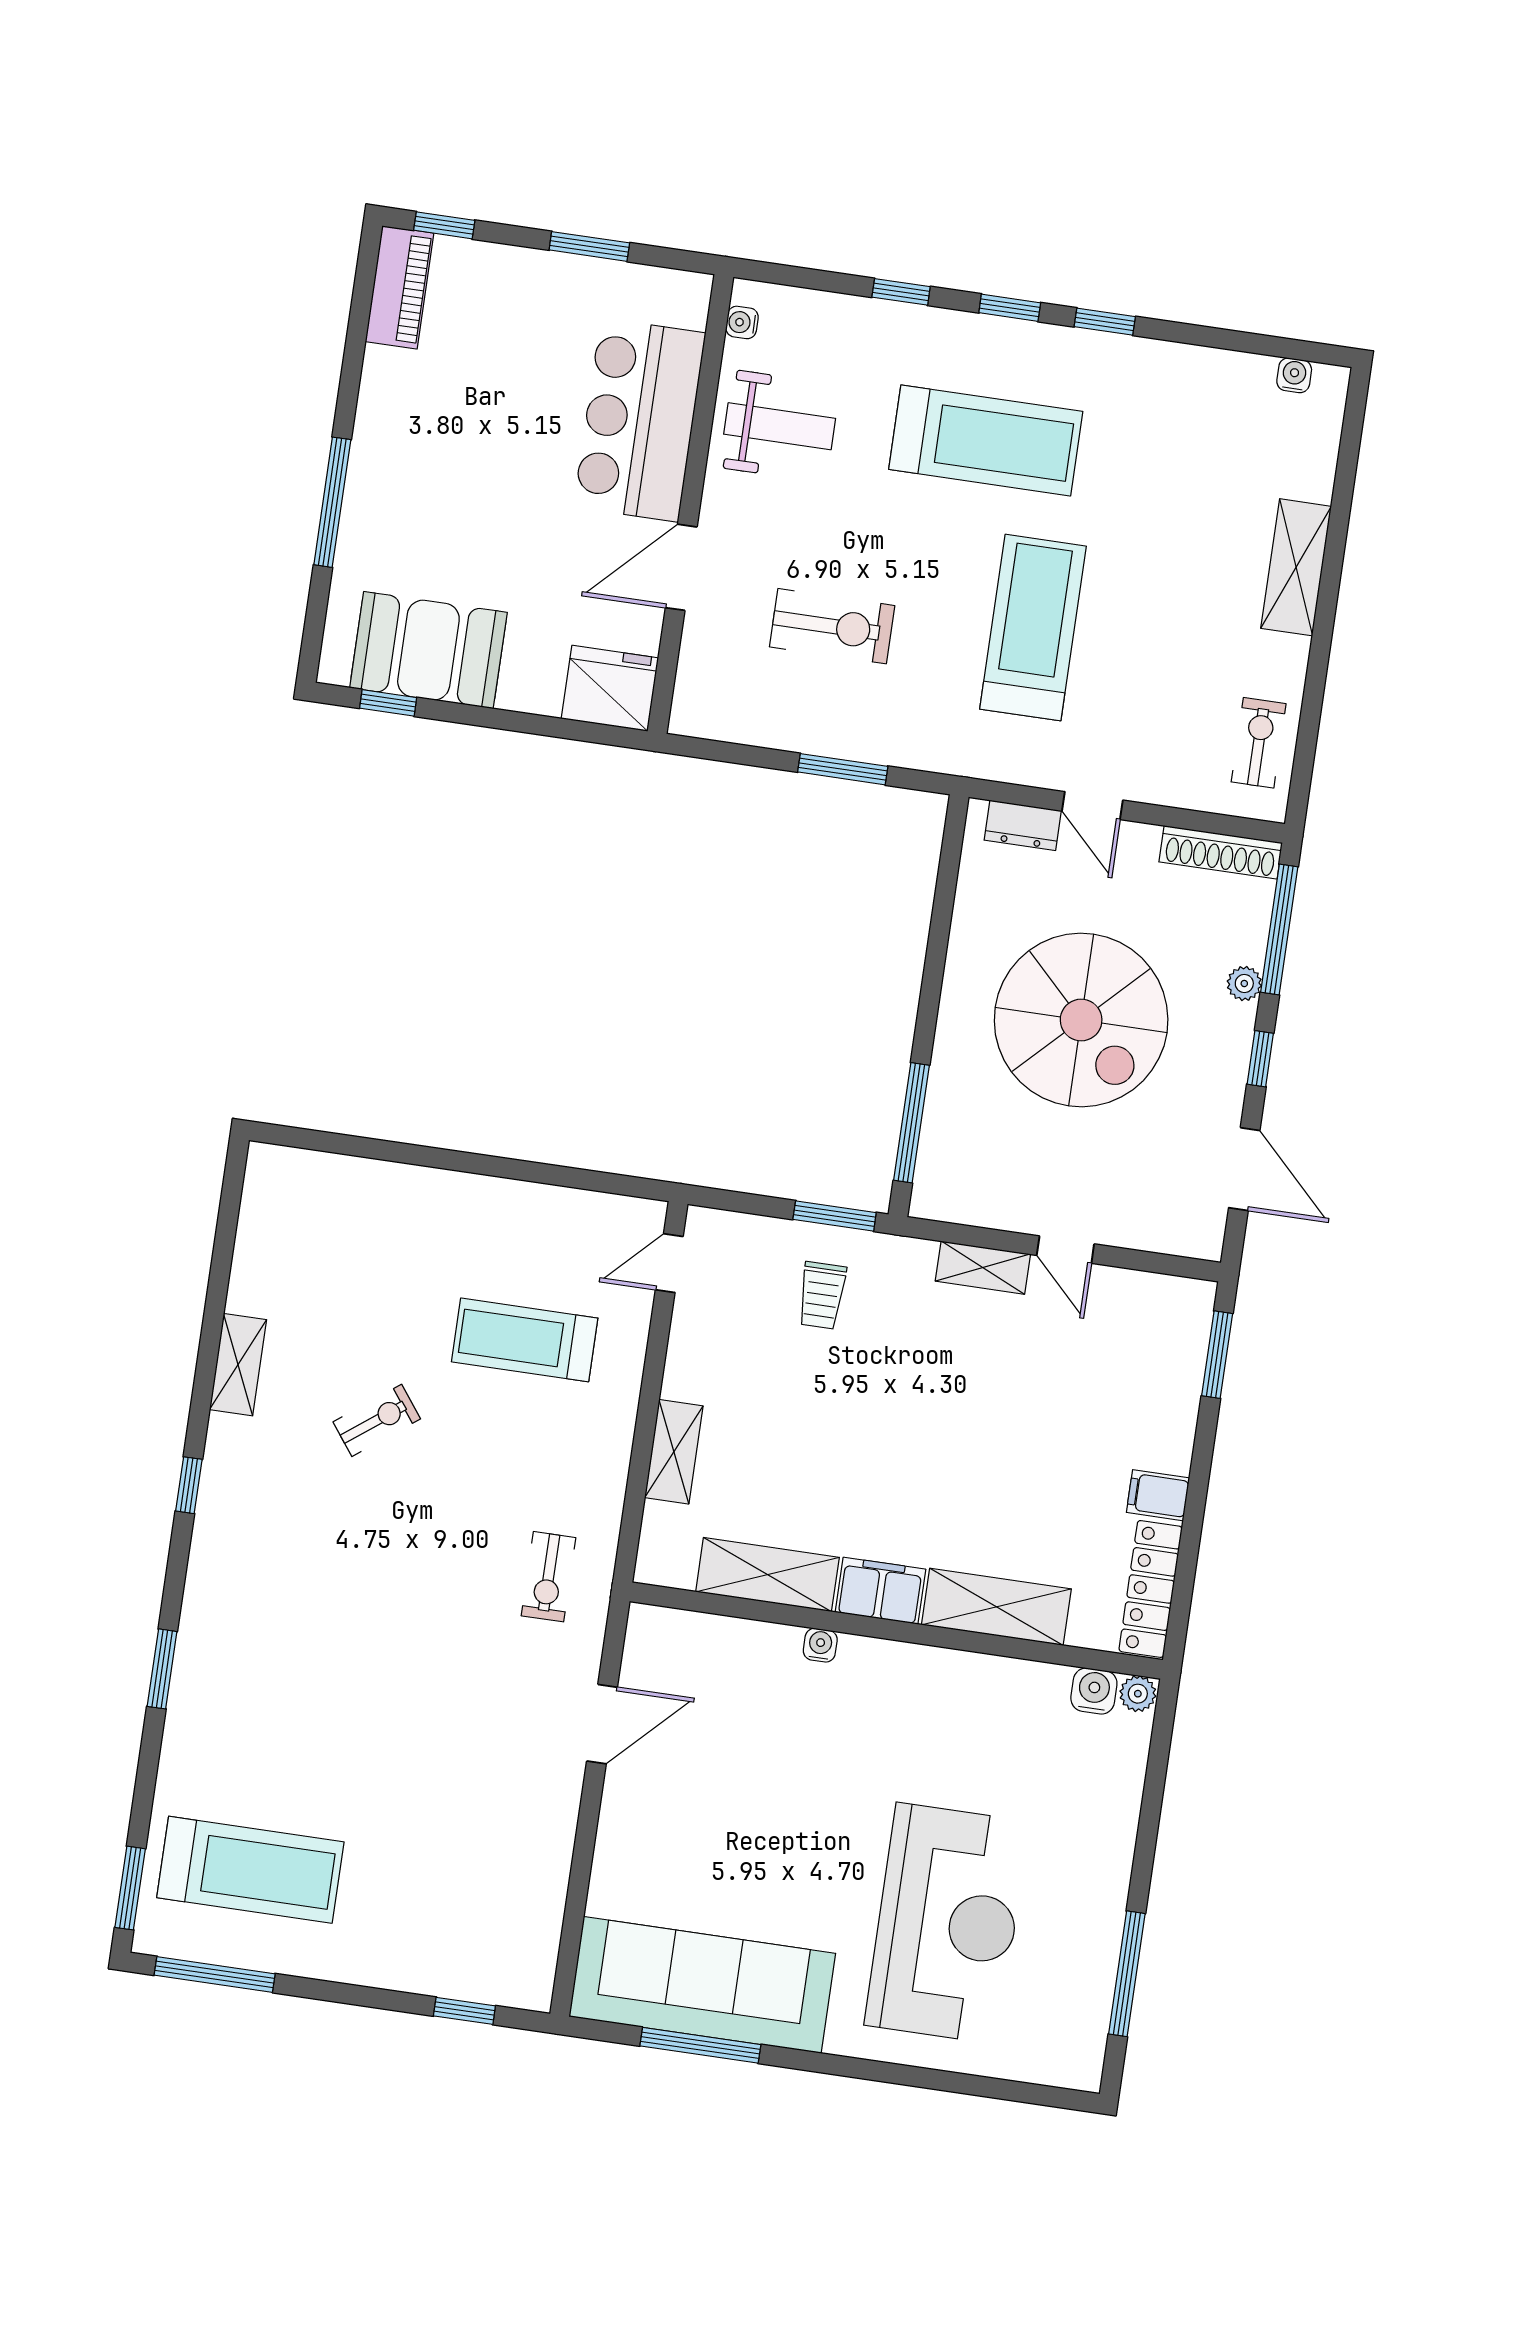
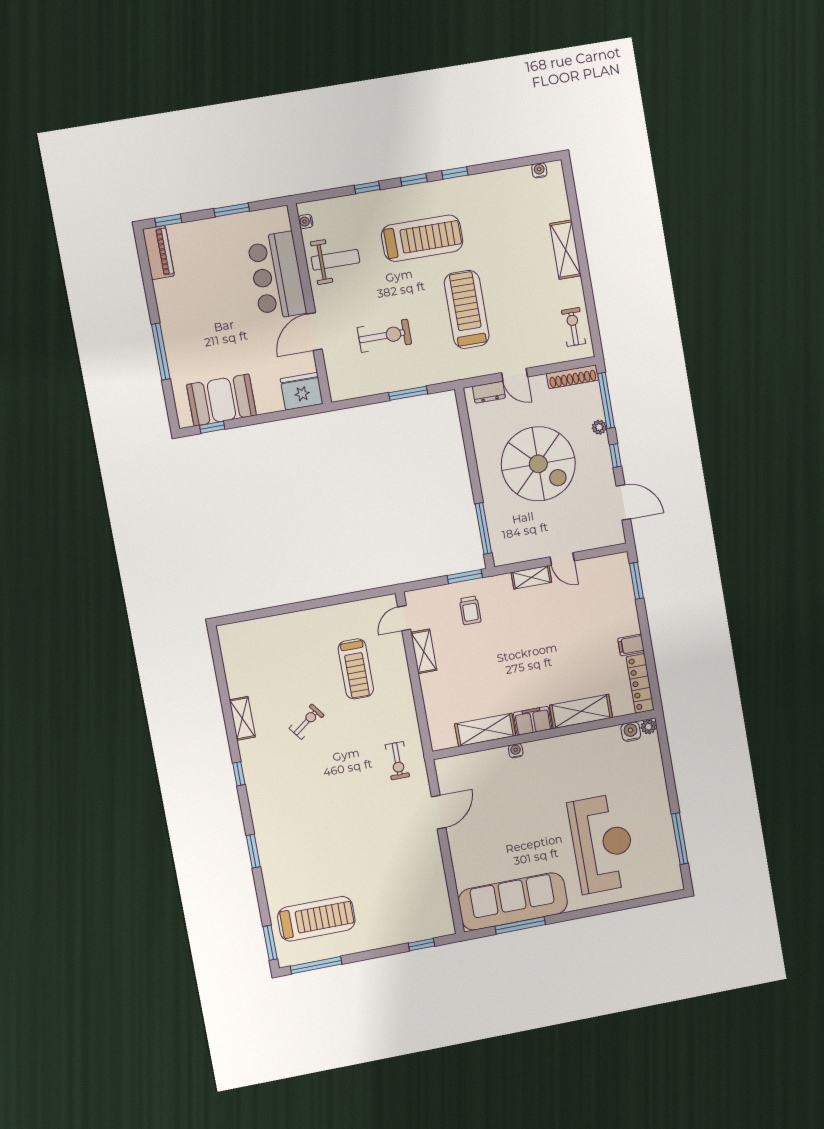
treadmill: (525, 1340) -> (356, 669), turned -90
shelving: (674, 1452) -> (424, 651), moved

